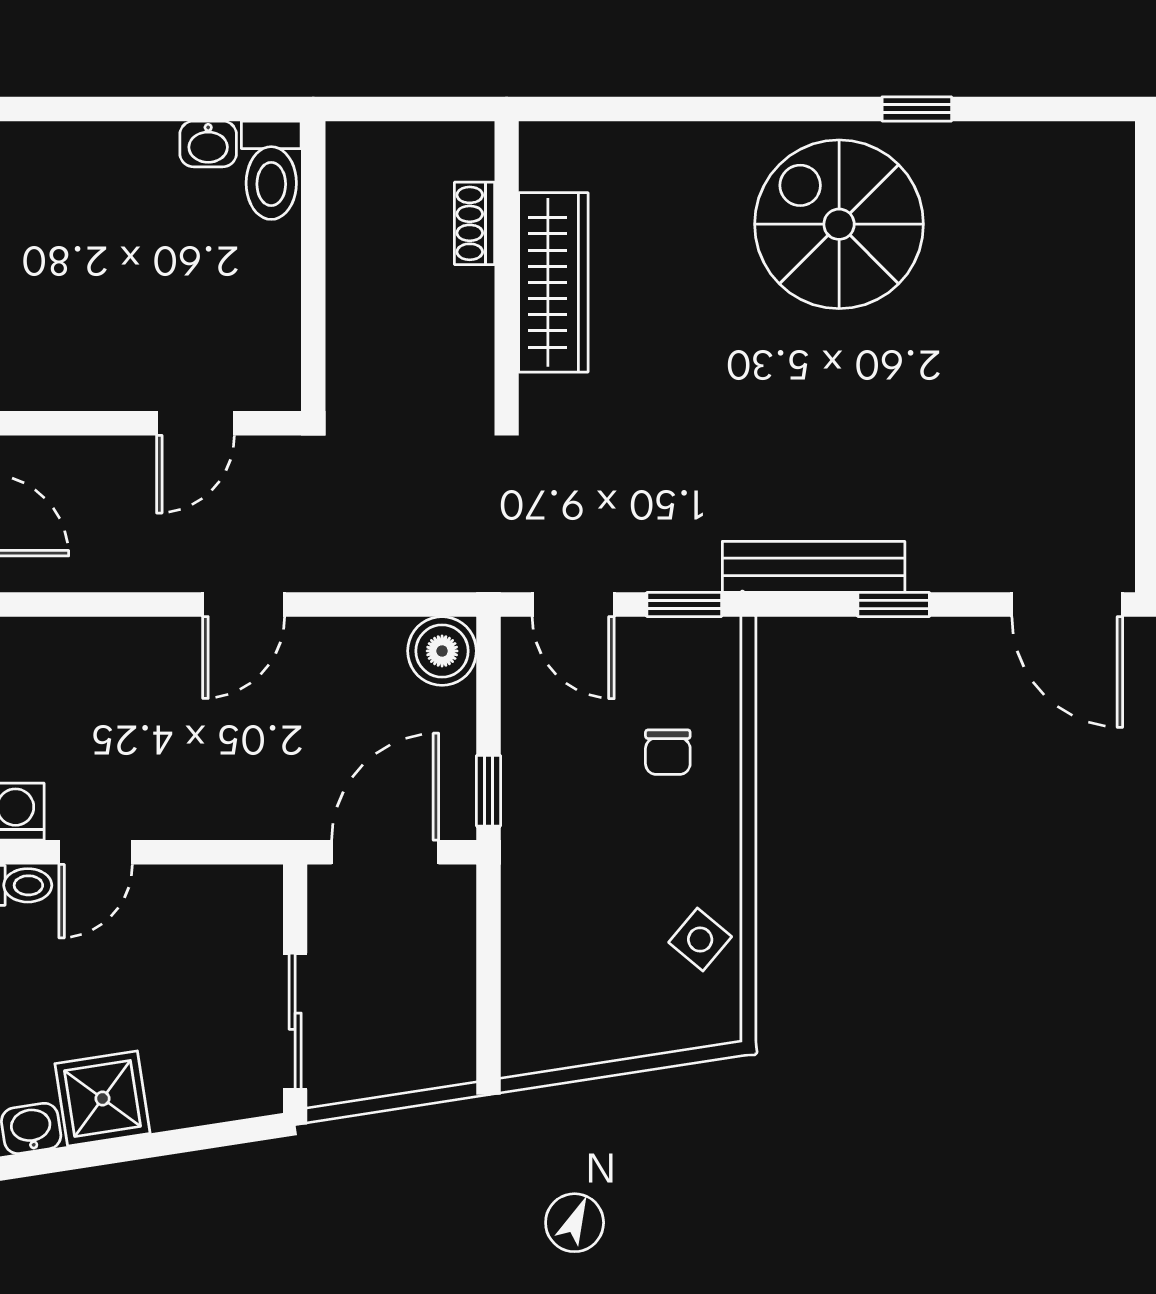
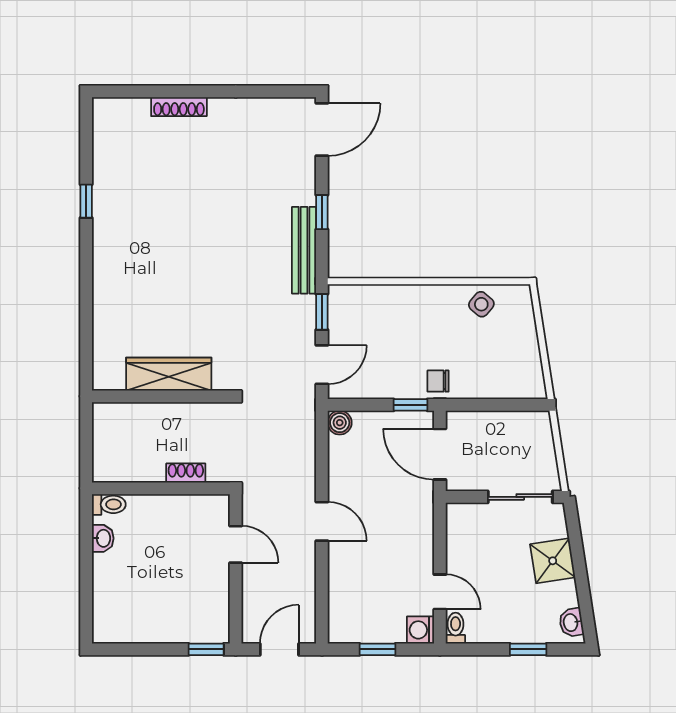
toilet: (271, 170) -> (109, 504), width x0.73, depth x0.72
shoe rack: (475, 223) -> (186, 473), moved, turned 180
spiral stairs: (839, 224) -> (141, 238), removed
shoe rack: (1115, 304) -> (179, 107), added
boiler: (442, 651) -> (340, 423), width x0.73, depth x0.73
chair: (668, 752) -> (438, 381), moved, turned 180
shower: (102, 1098) -> (553, 561), moved

